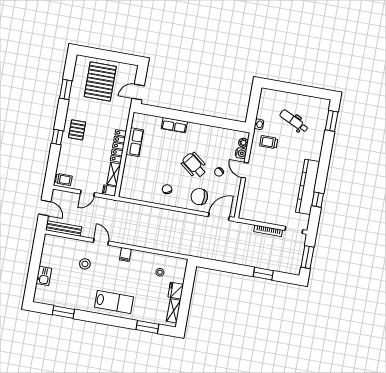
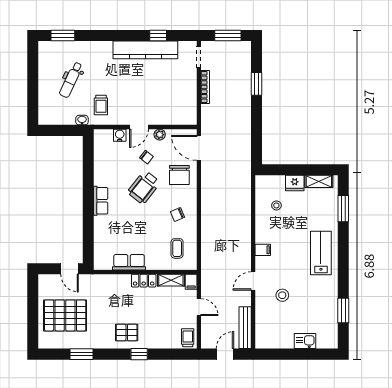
row of seats: (174, 125) -> (101, 201), moved
plant: (243, 143) -> (160, 135), moved
locker: (118, 146) -> (144, 281), width x0.66
coffee table: (139, 184) -> (177, 248), added

